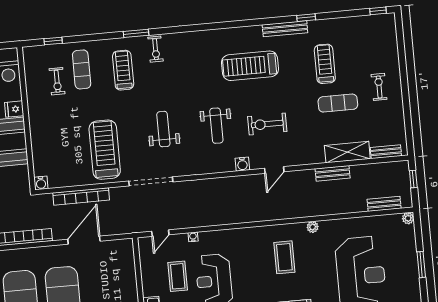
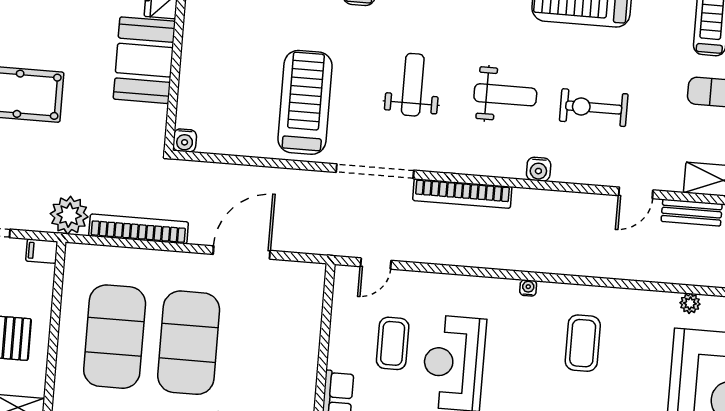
weight bench: (216, 126) -> (505, 95), turned -90
door: (274, 170) -> (636, 193), moved
bookcase: (81, 196) -> (462, 194), moved
plant: (313, 227) -> (690, 303), moved
water cooler: (193, 237) -> (528, 288), moved

